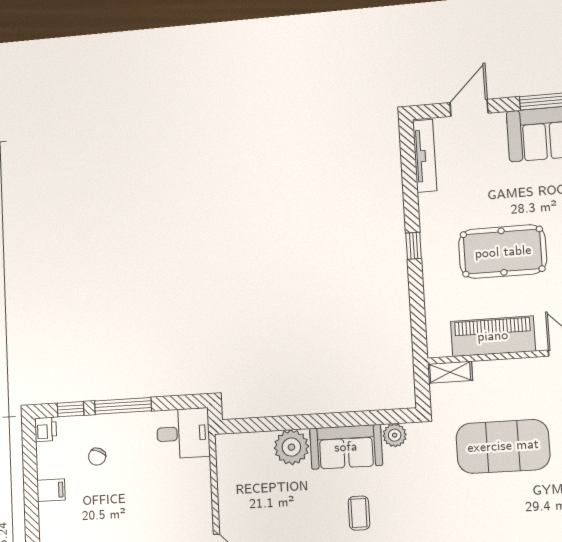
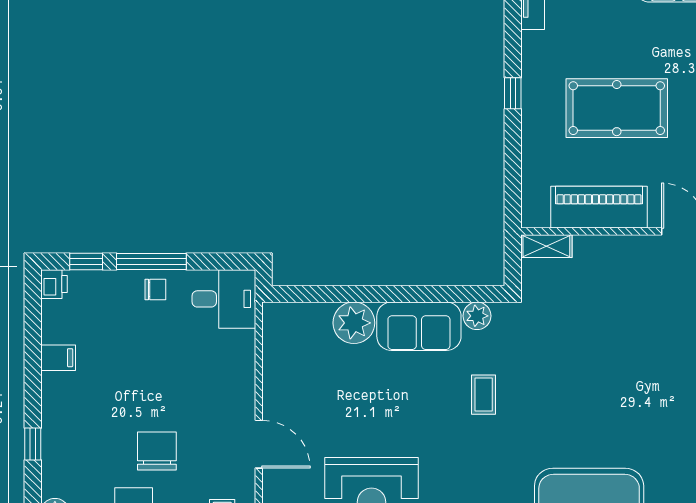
exercise mat: (503, 446) -> (602, 336), removed
chair: (97, 457) -> (155, 290), moved, turned -115
coffee table: (359, 513) -> (484, 395), moved

